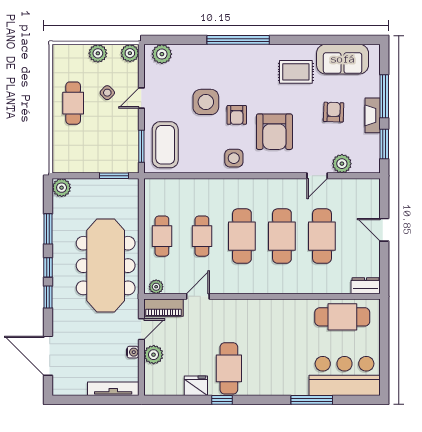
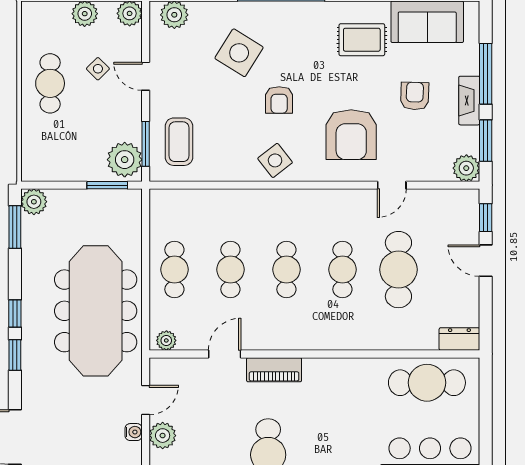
door: (141, 98) -> (146, 76), hinge flipped
side table: (206, 102) -> (239, 53), moved, turned 32
armchair: (274, 132) -> (351, 135), moved
coffee table: (165, 145) -> (179, 142), width x0.73, depth x0.76
plant: (126, 158) -> (125, 160), added
side table: (234, 158) -> (275, 160), turned -38
plant: (342, 164) -> (466, 168), moved
window: (384, 199) -> (486, 218), added
window: (48, 229) -> (15, 227), moved
cafe table: (242, 236) -> (286, 270), width x0.73, depth x0.74
cafe table: (282, 236) -> (342, 270), width x0.73, depth x0.74
piano: (164, 308) -> (274, 370), moved

